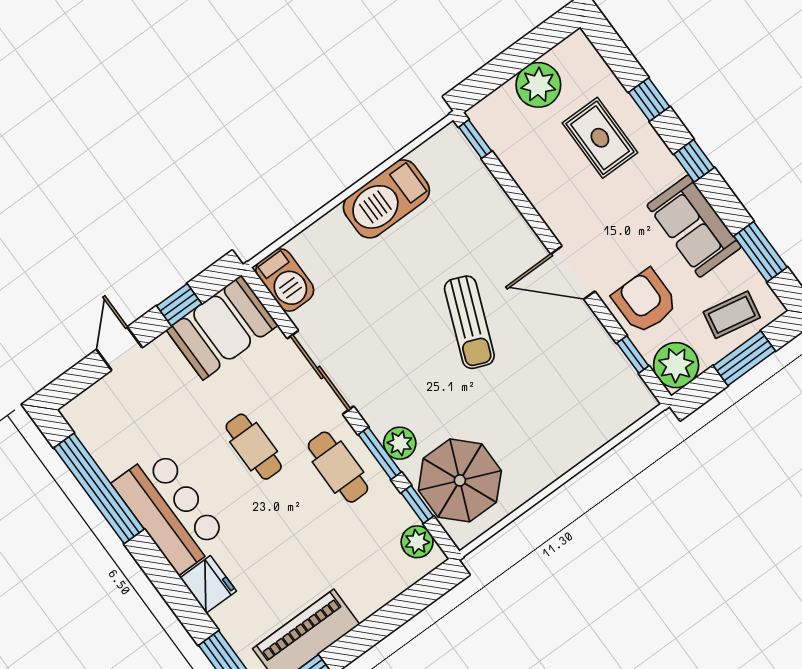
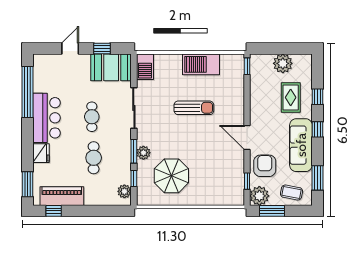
sofa: (694, 226) -> (301, 145), width x1.36
sun lounger: (469, 322) -> (194, 108), moved, turned -112
window: (744, 358) -> (272, 211), moved
cafe table: (338, 467) -> (94, 158), moved
parasol: (460, 480) -> (171, 176), moved

